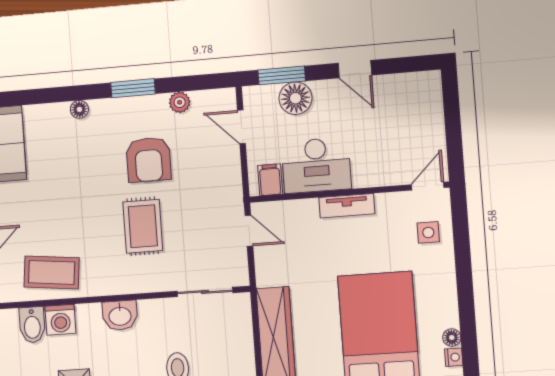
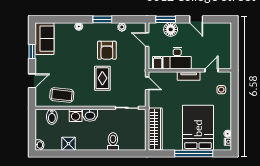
door: (428, 186) -> (211, 70), moved
washing machine: (60, 320) -> (76, 115), moved

